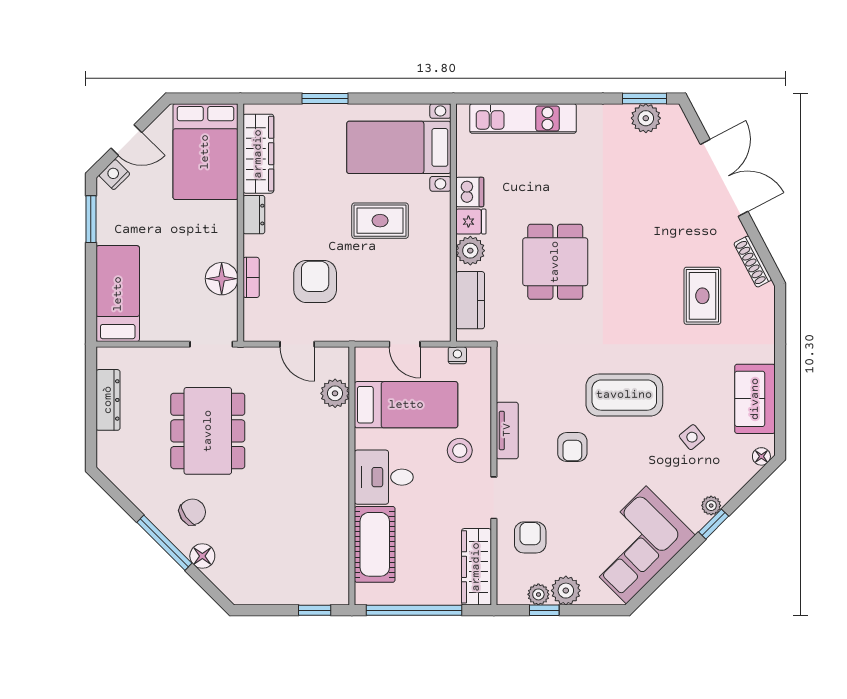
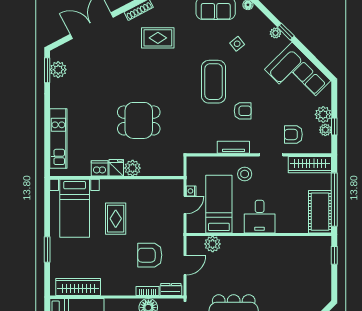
dresser: (254, 215) -> (171, 289), moved
kitchen counter: (470, 300) -> (160, 168), removed
nightstand: (457, 355) -> (191, 191), moved
cot: (375, 544) -> (320, 212), moved, turned 90

